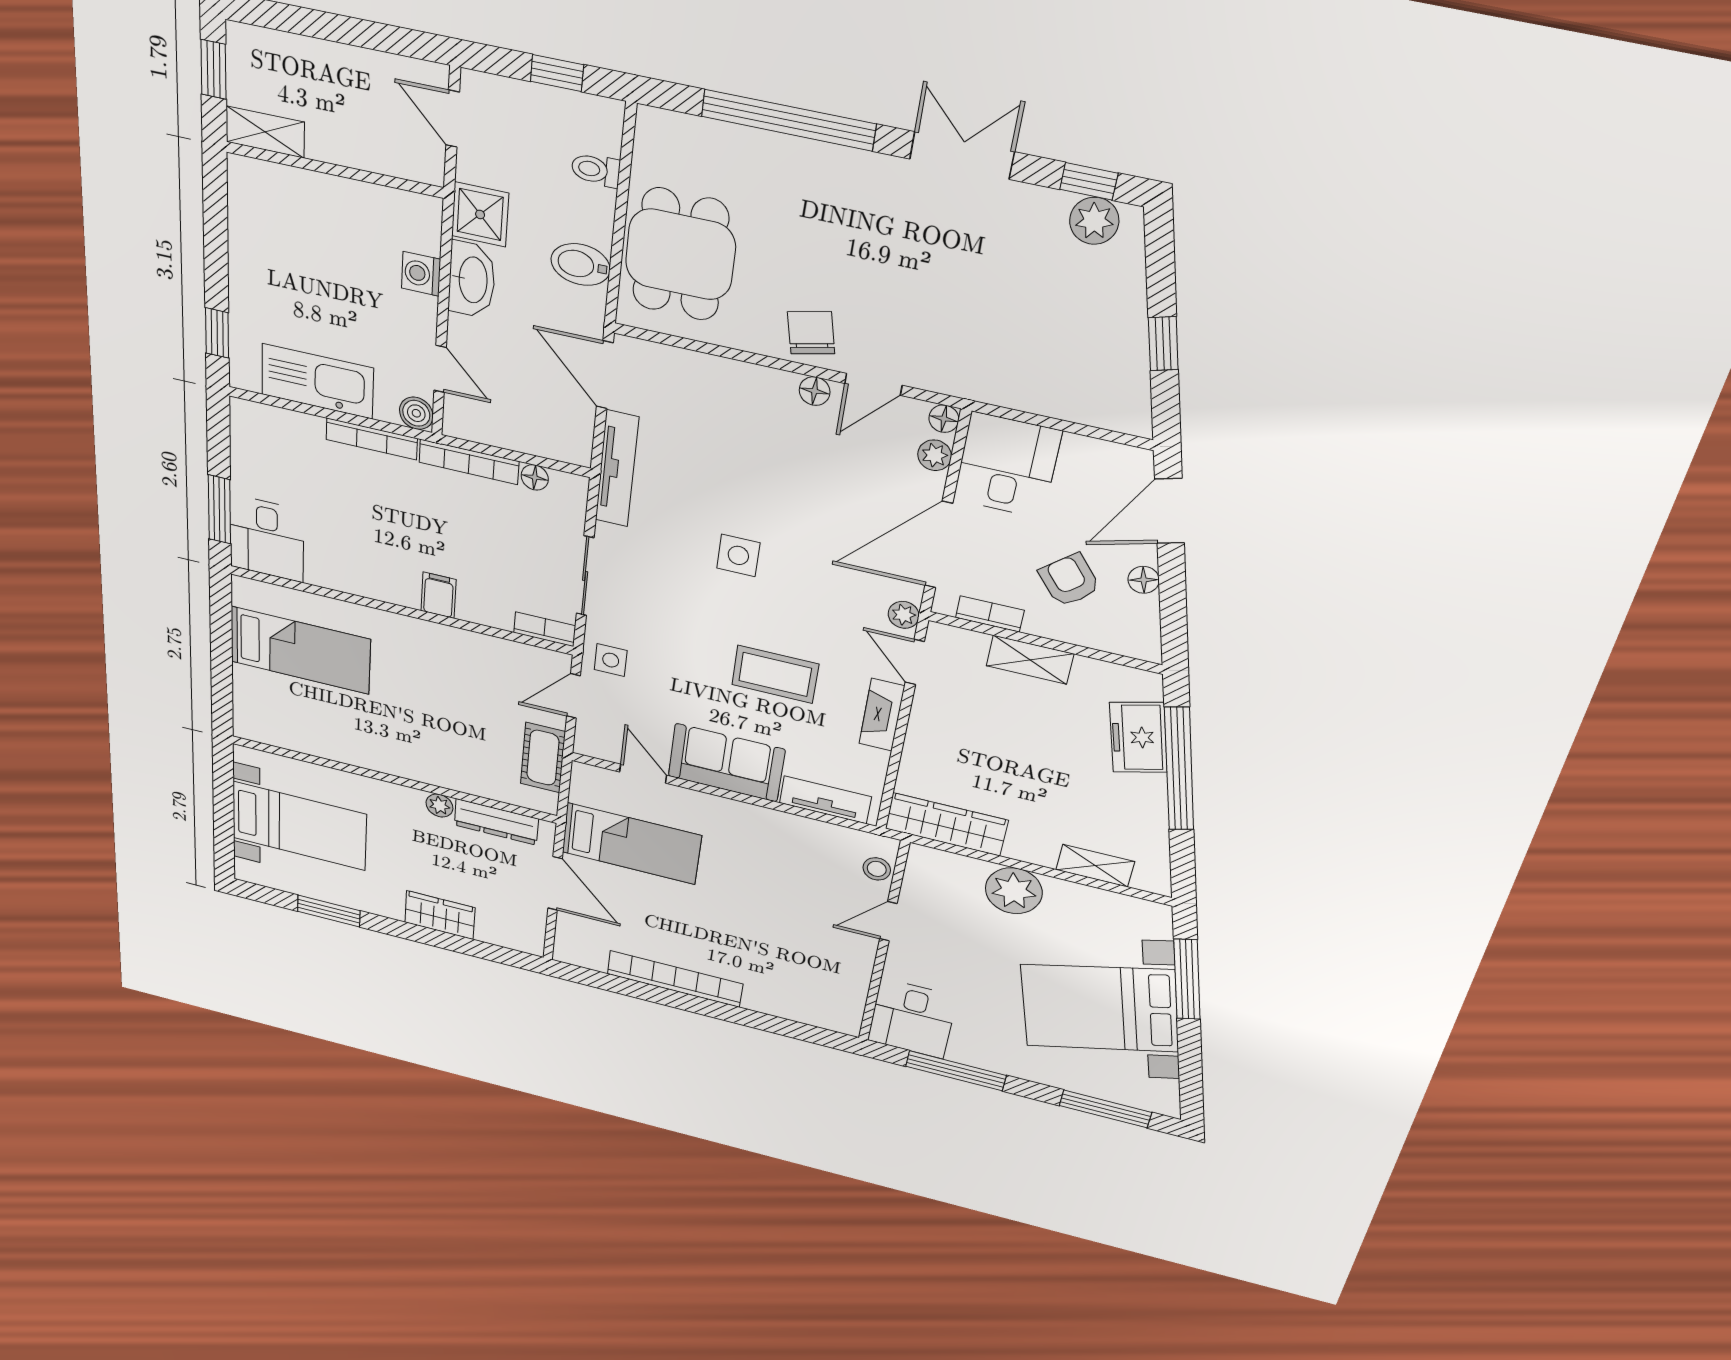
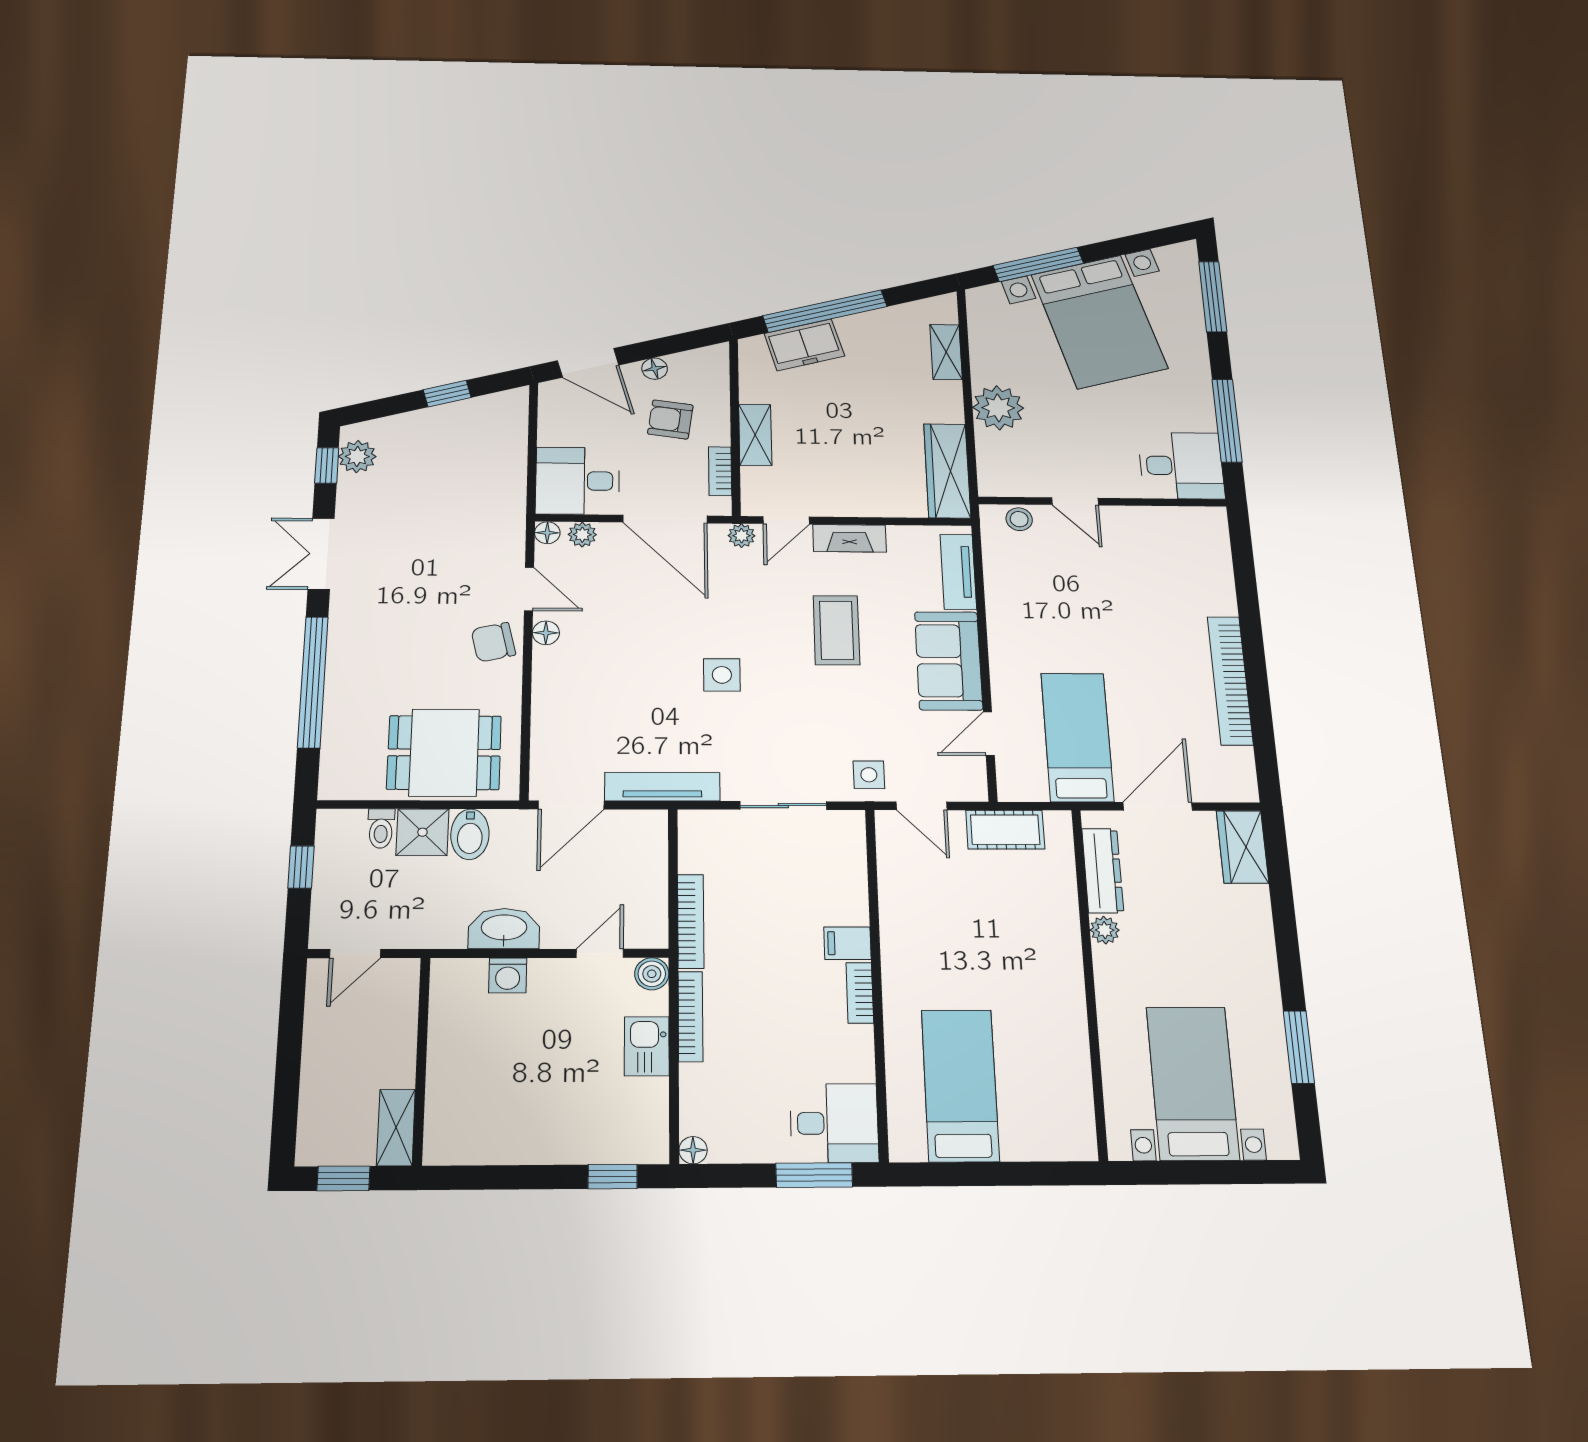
shower: (480, 214) -> (422, 832), moved
kitchen sink: (317, 381) -> (647, 1046), width x0.53, depth x0.81
floor lamp: (535, 477) -> (693, 1150), moved
armchair: (1069, 580) -> (670, 420), turned 48
bookcase: (545, 629) -> (860, 993), moved
wardrobe: (440, 915) -> (1242, 847), moved

